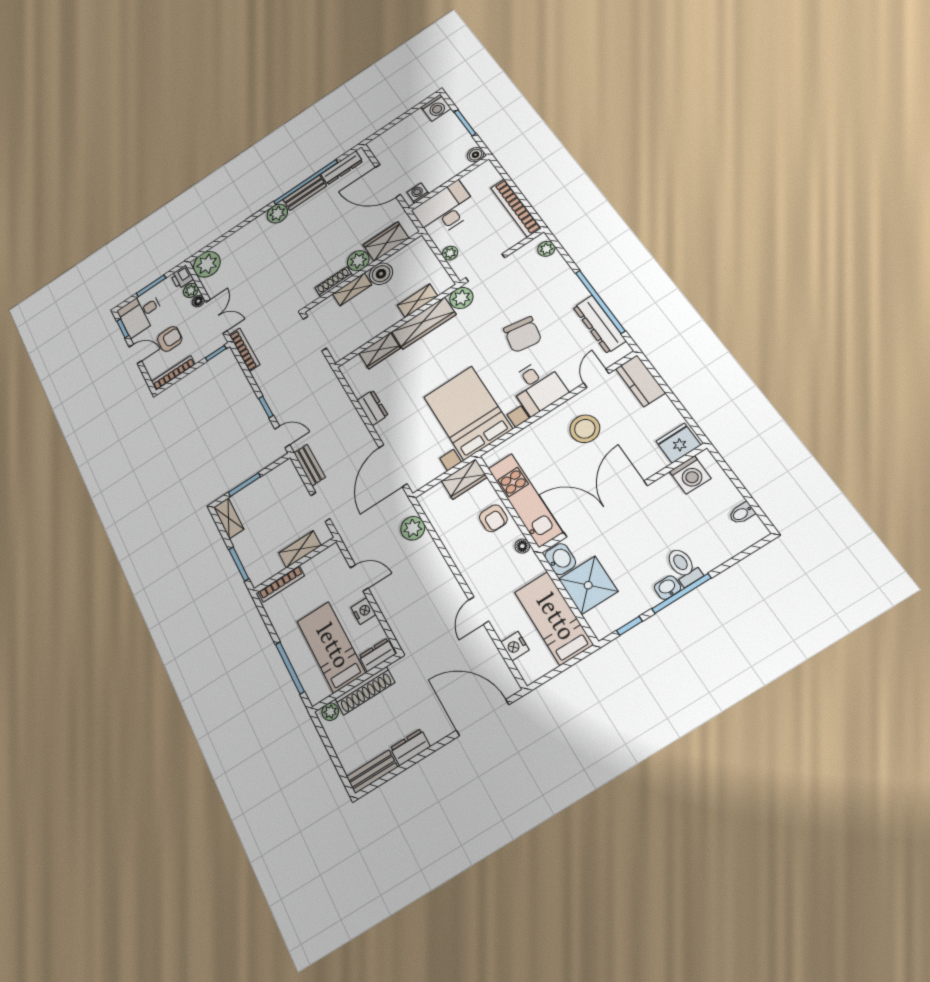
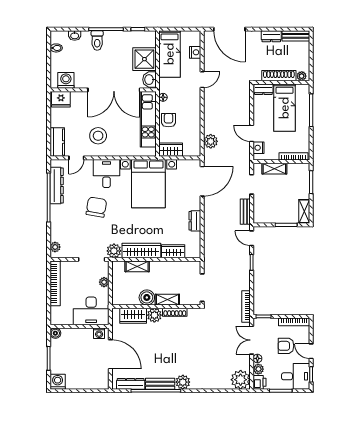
washbasin: (668, 588) -> (75, 36), moved
nightstand: (363, 611) -> (259, 148), moved

